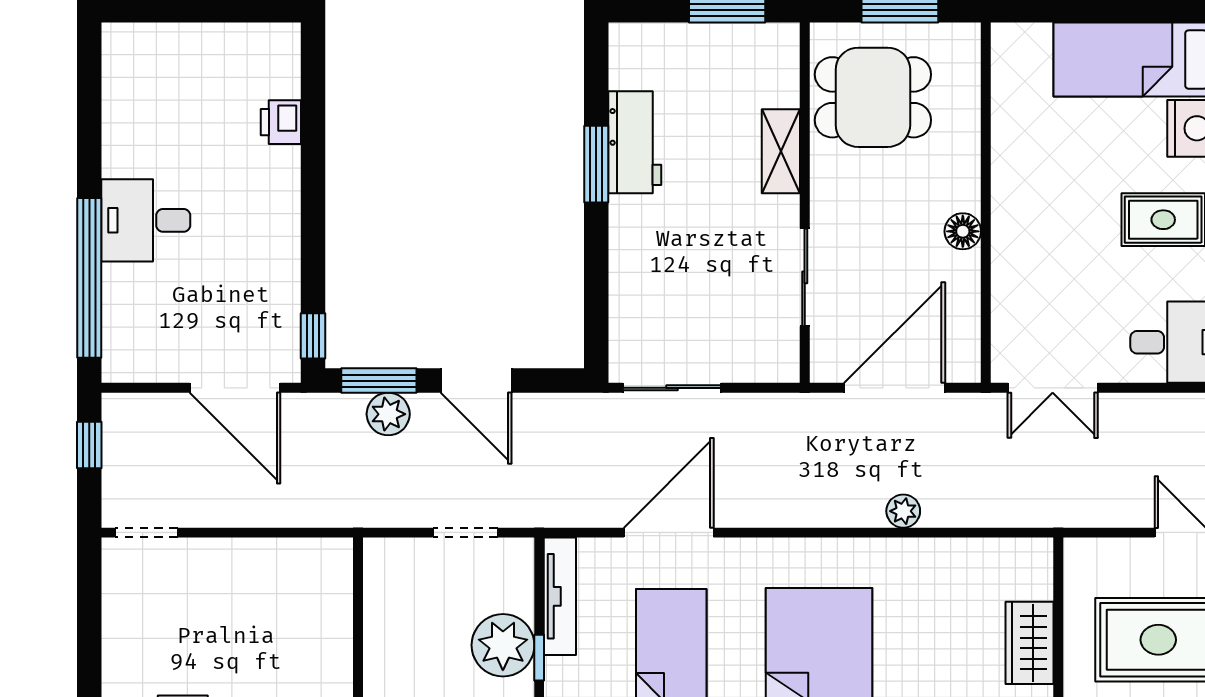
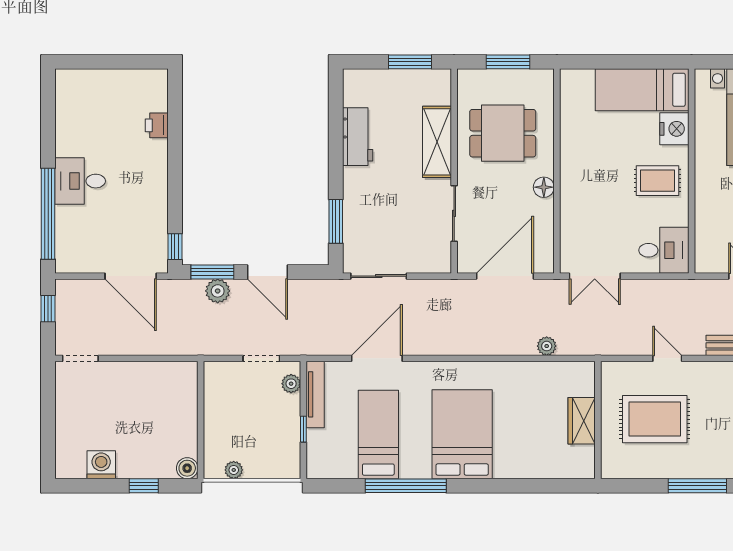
dining table: (873, 97) -> (503, 133), moved
shelving: (781, 151) -> (437, 142), width x1.50, depth x1.33
window: (596, 164) -> (336, 221), moved
plant: (903, 511) -> (547, 346), moved
plant: (503, 645) -> (291, 384), moved, width x0.53, depth x0.53

